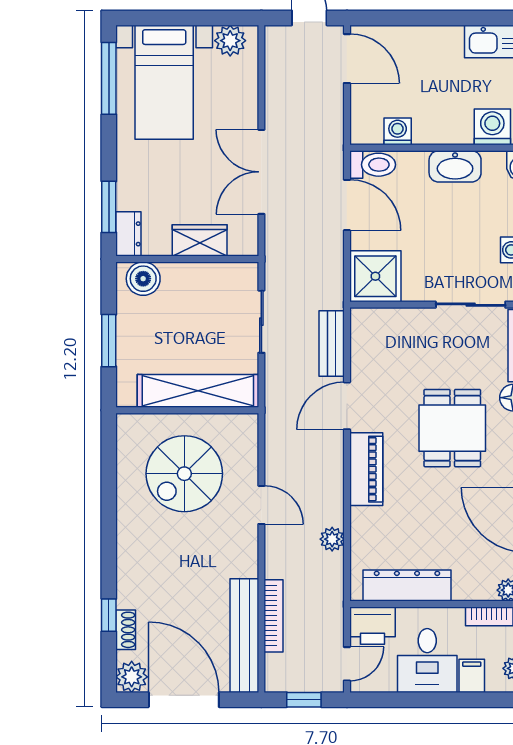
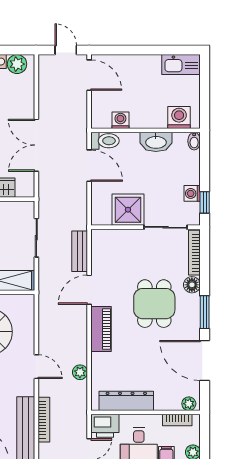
shower: (375, 276) -> (128, 210), moved
door: (261, 505) -> (36, 367), moved

